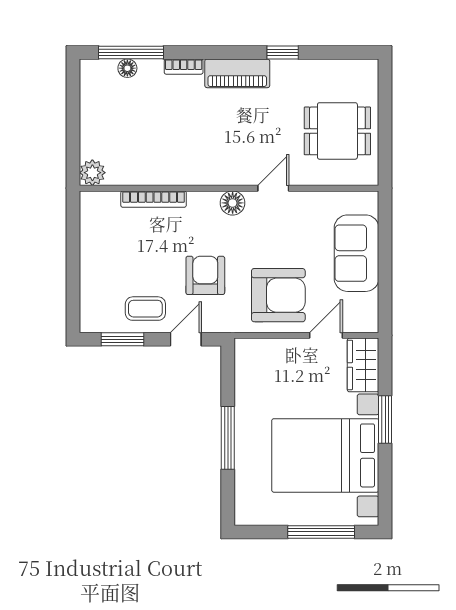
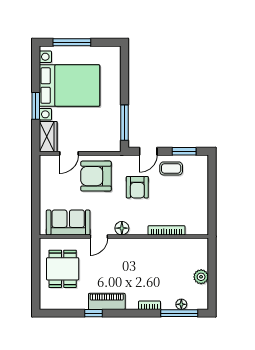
piano: (237, 73) -> (107, 301), moved
dining table: (337, 131) -> (63, 269), turned 90
plant: (92, 173) -> (201, 277), moved
sofa: (357, 253) -> (68, 222), moved, turned -90
window: (228, 438) -> (125, 123), moved

